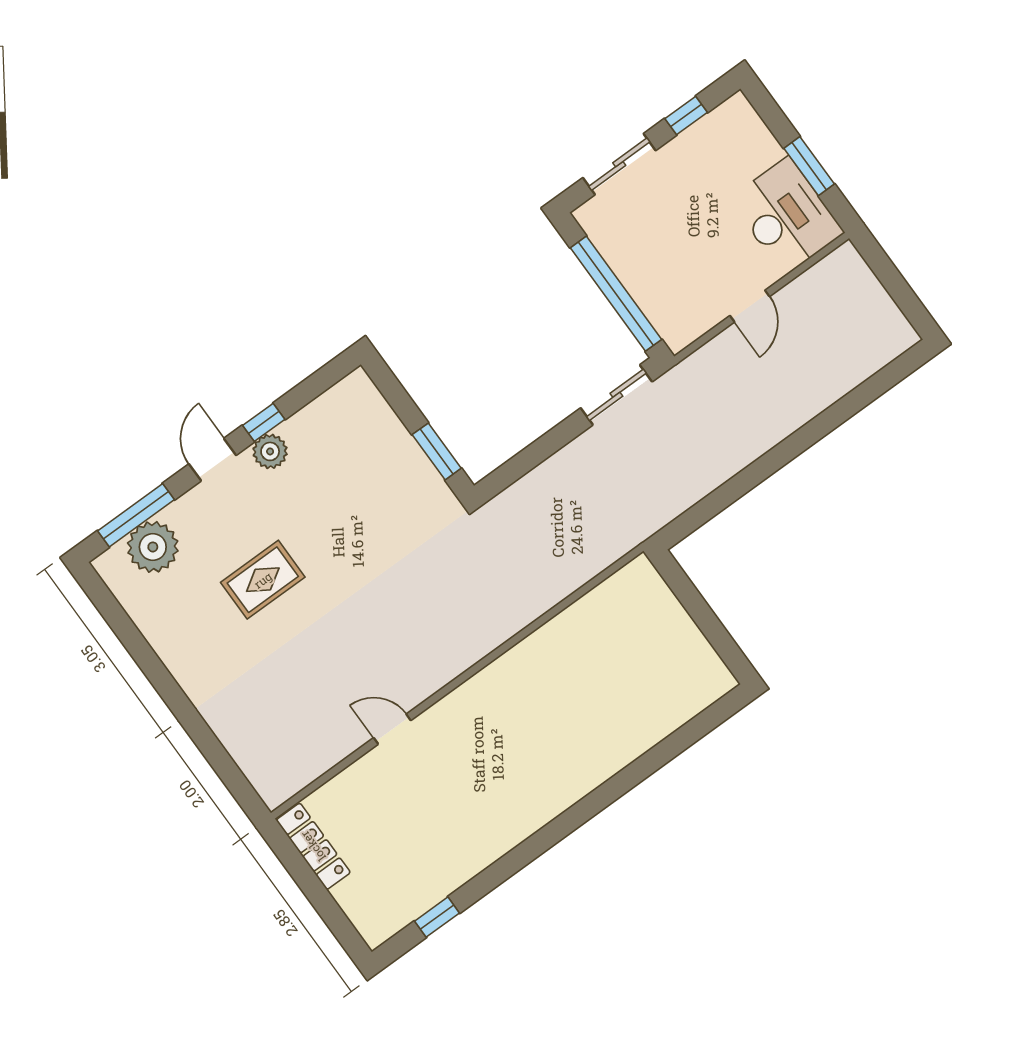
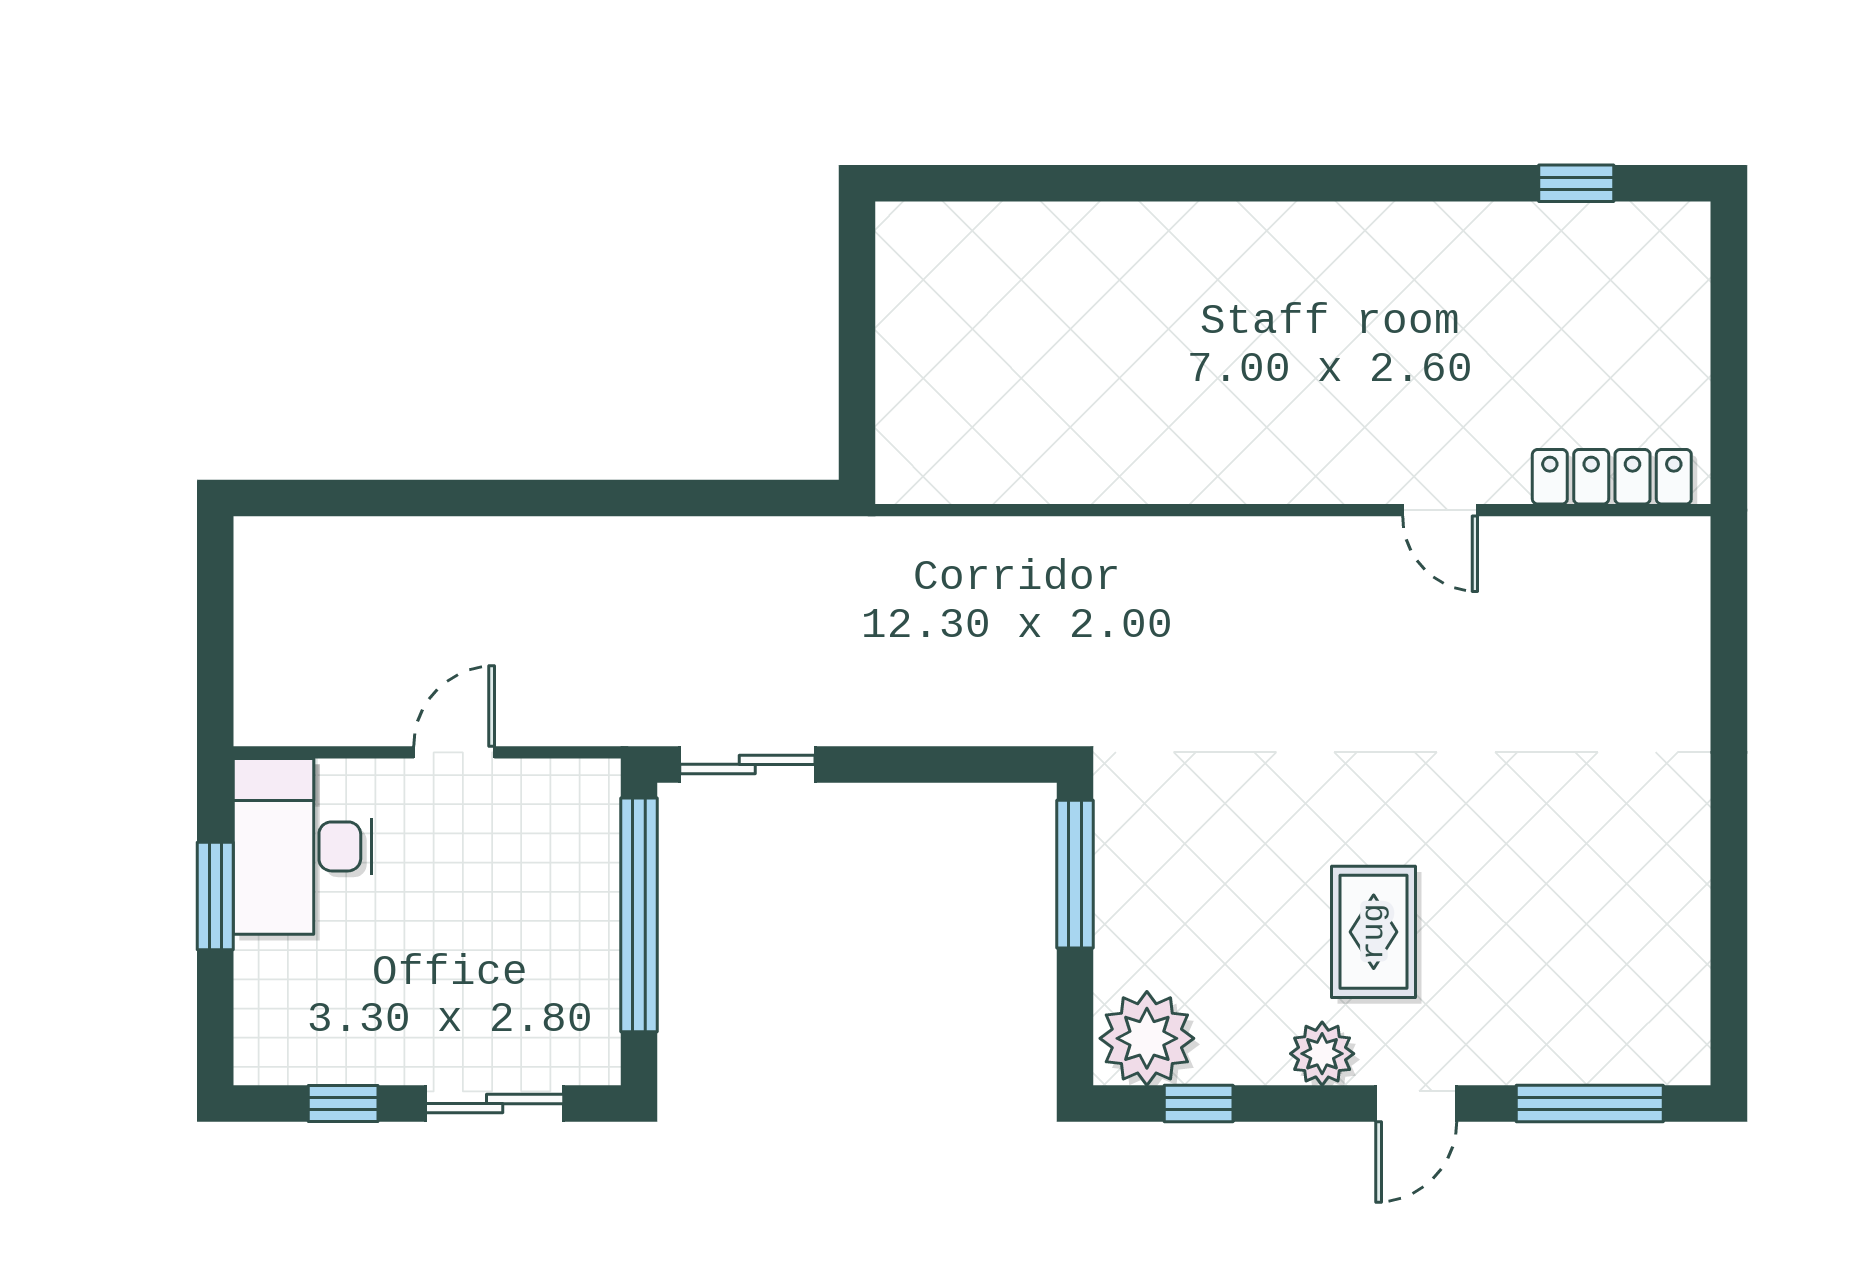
window: (264, 422) -> (1199, 1104), moved
window: (437, 451) -> (1075, 874), width x1.44
plant: (153, 547) -> (1147, 1038), moved
rug: (263, 580) -> (1374, 932), moved, turned 90
locker: (313, 846) -> (1612, 477), moved, turned 90

